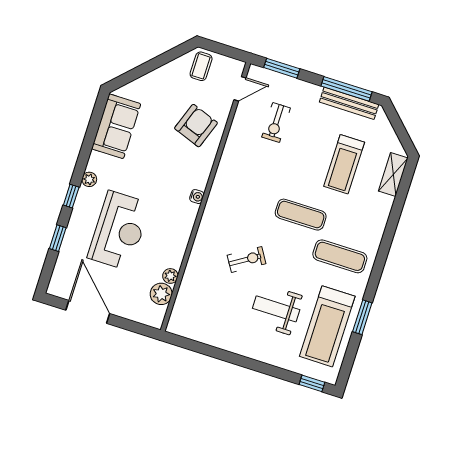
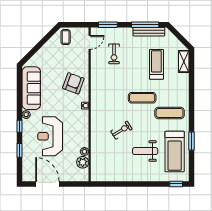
sofa: (116, 126) -> (31, 88), width x1.36
armchair: (196, 126) -> (73, 83), moved
treadmill: (344, 164) -> (156, 64), turned 180
reception desk: (119, 231) -> (50, 136), turned 180

